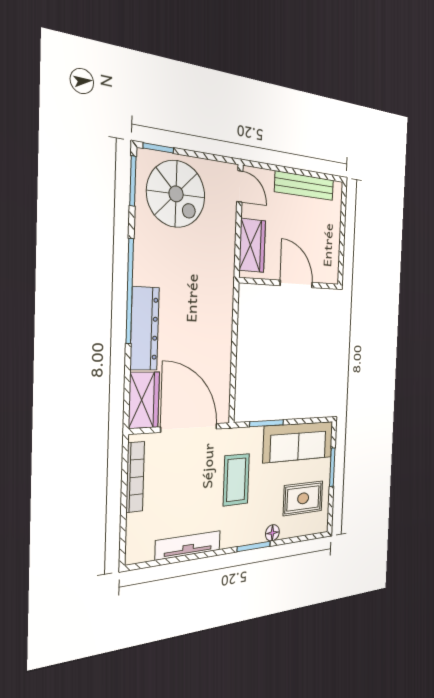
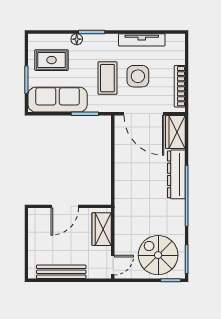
door: (240, 186) -> (113, 265), swing flipped
door: (296, 284) -> (65, 206), hinge flipped
side table: (196, 487) -> (138, 76), added

